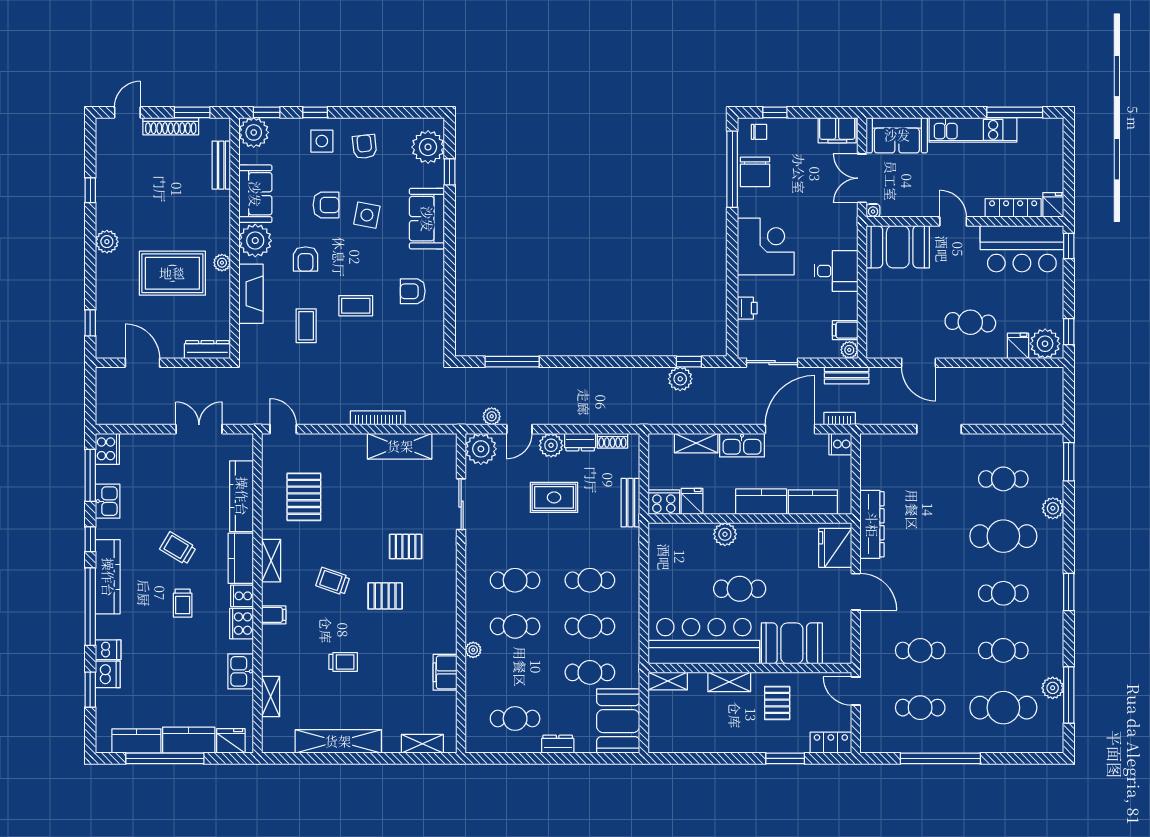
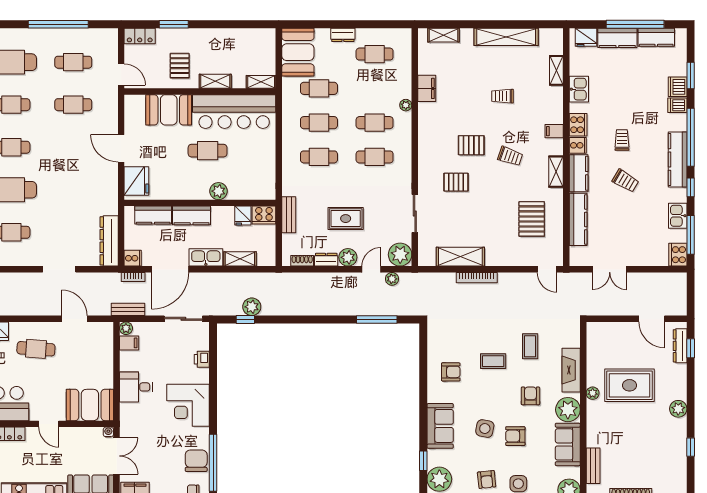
dresser: (207, 350) -> (680, 346), moved, turned 90
dresser: (872, 524) -> (109, 241), moved

